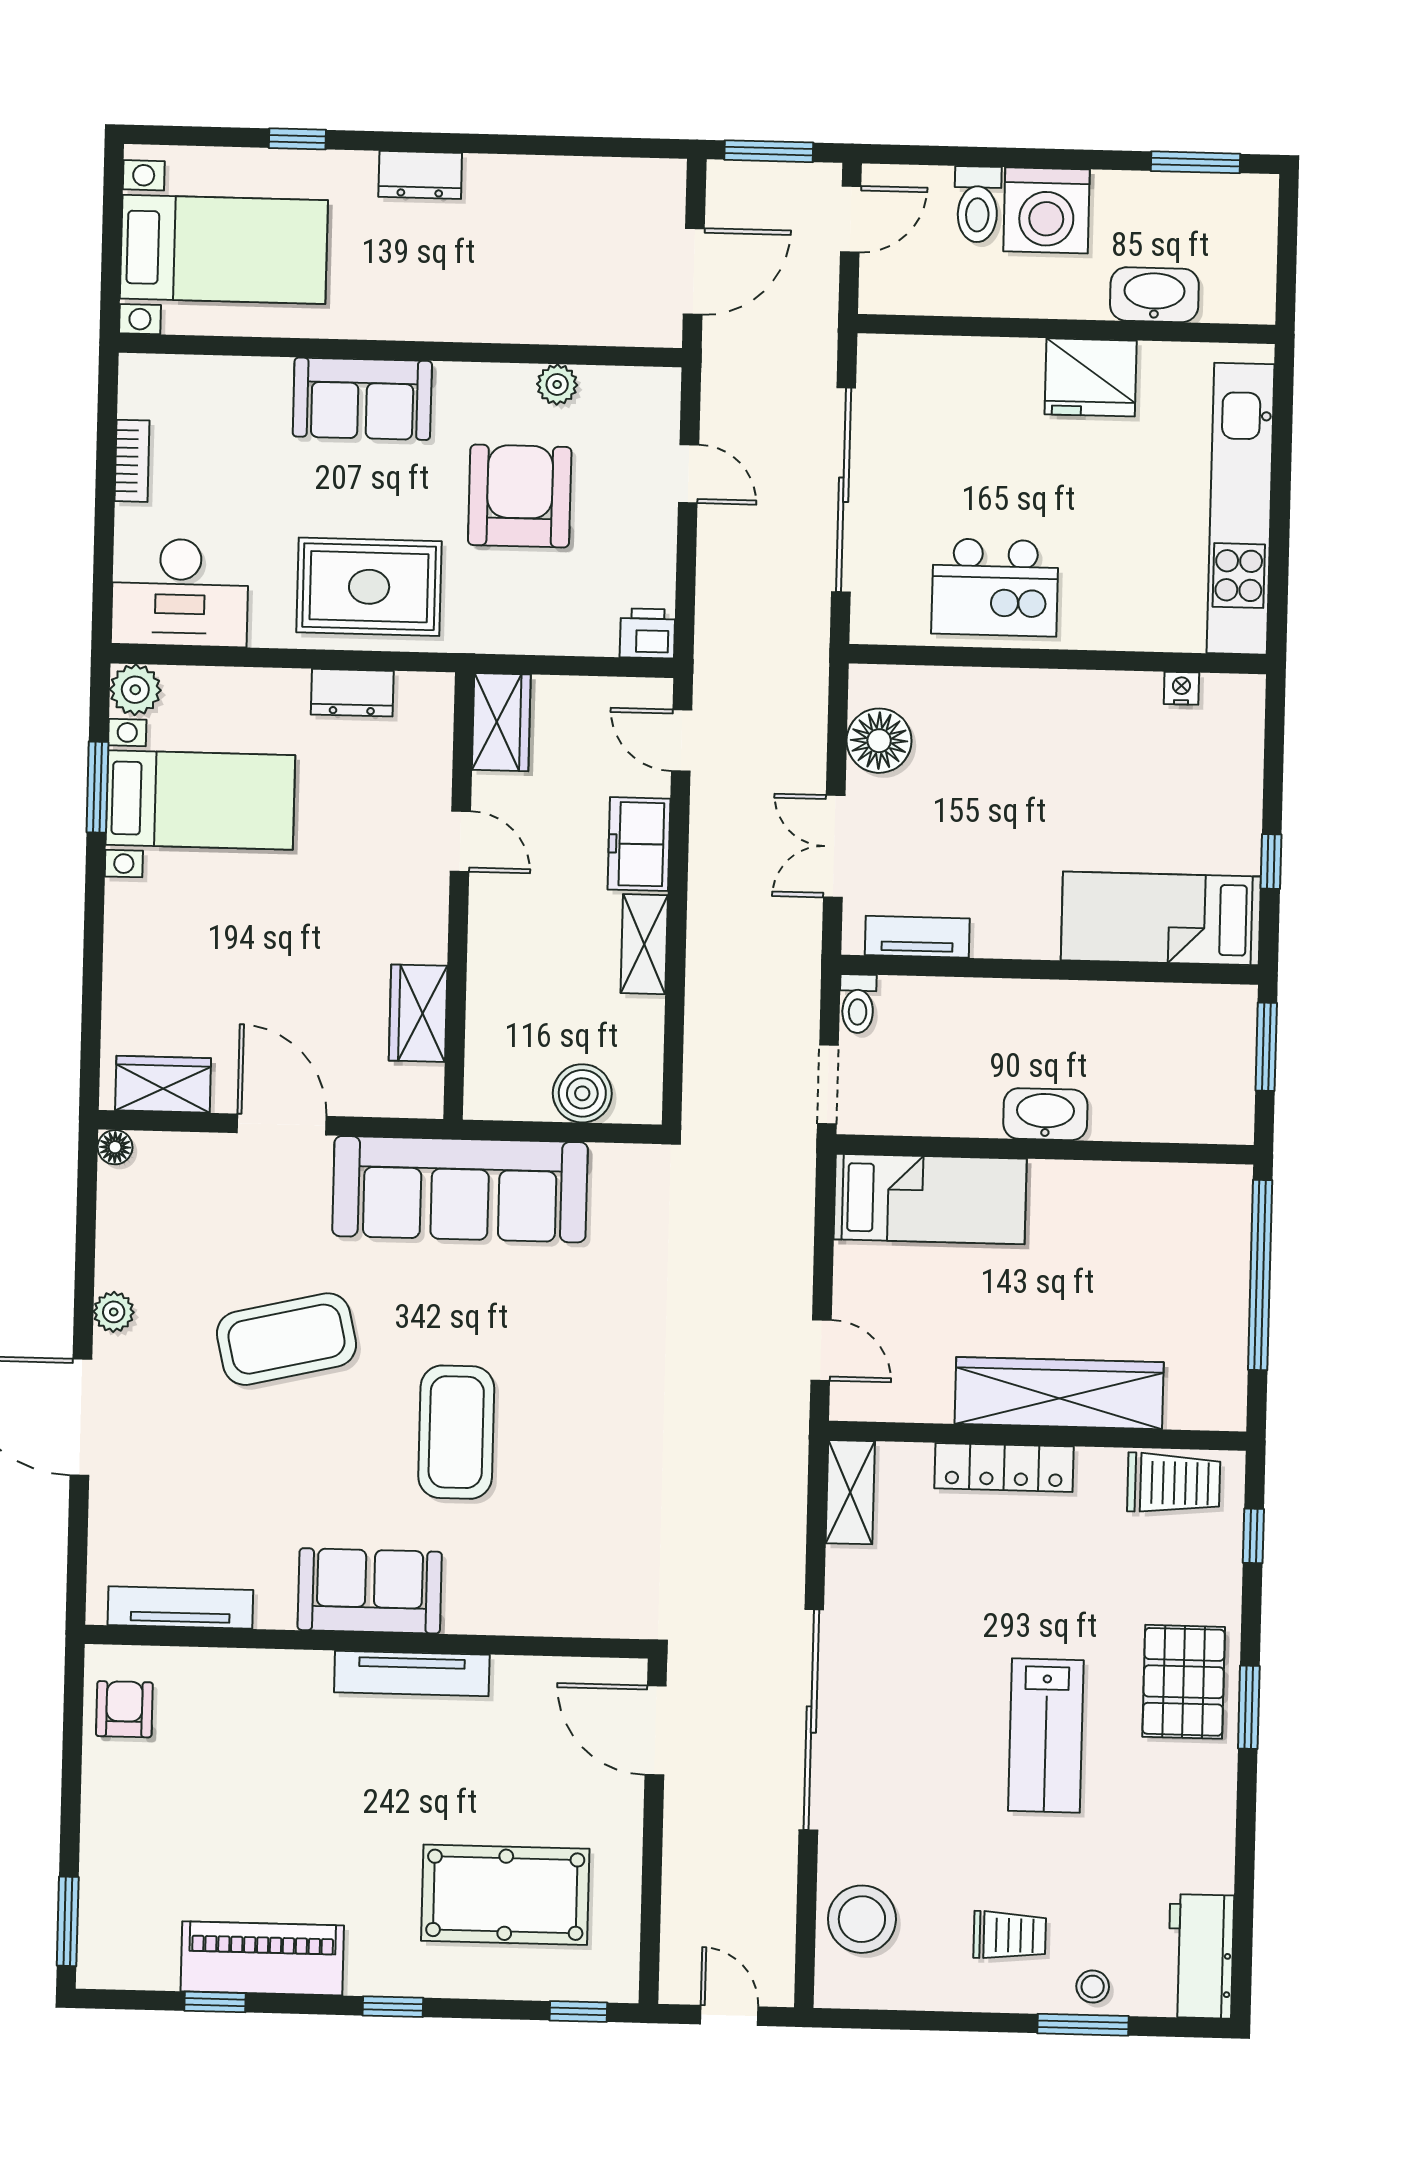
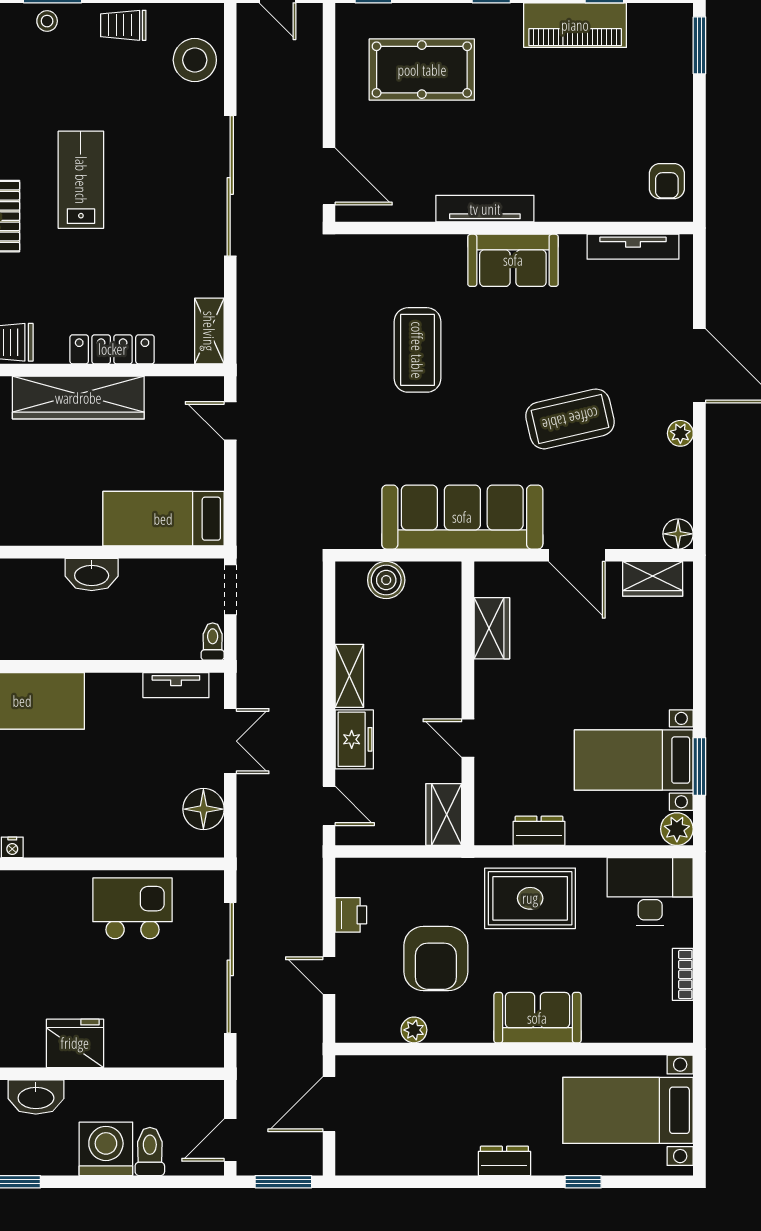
printer: (647, 633) -> (351, 915), moved, turned -90
floor lamp: (115, 1147) -> (678, 534), width x1.37, depth x1.37
coffee table: (456, 1432) -> (417, 350), moved
trolley: (1010, 1935) -> (123, 25), moved

